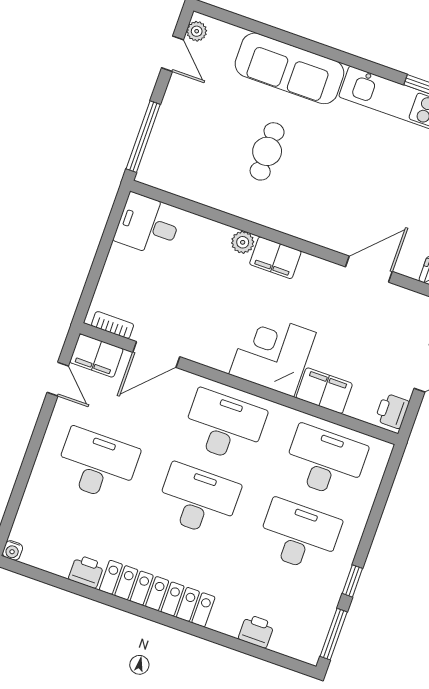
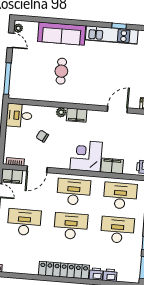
chair: (187, 284) -> (42, 136), added
printer: (86, 571) -> (96, 274), moved

